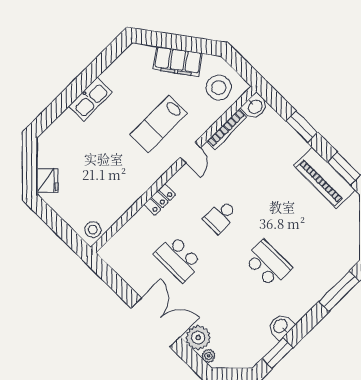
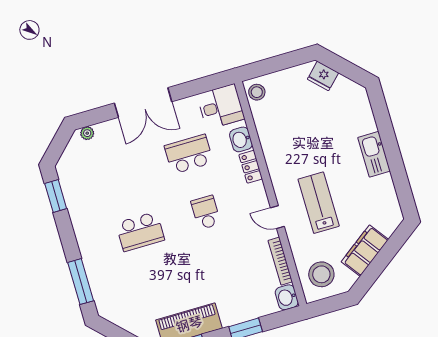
desk: (122, 254) -> (221, 107), added
washbasin: (281, 326) -> (241, 139), moved, turned 180
plant: (198, 338) -> (109, 133), removed

